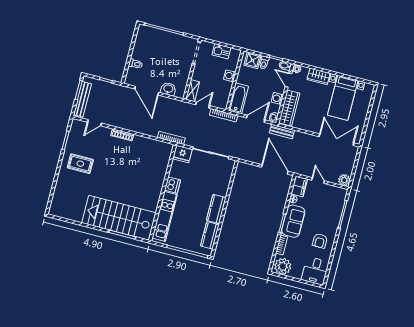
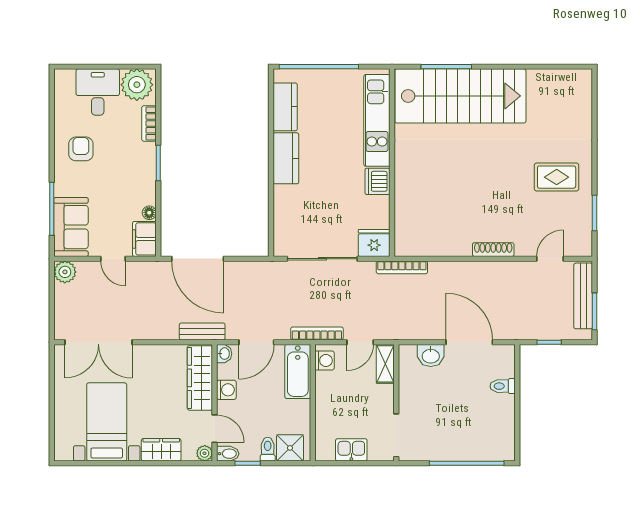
washing machine: (230, 76) -> (324, 361), moved
sofa: (293, 221) -> (71, 227), moved, turned 180
desk: (315, 271) -> (98, 92), moved

